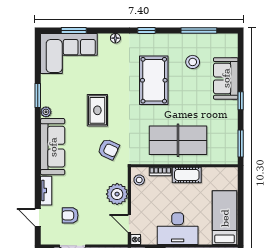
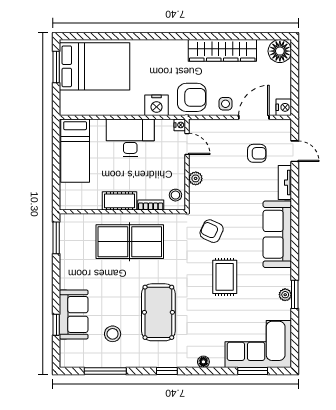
window: (241, 101) -> (56, 325), moved
plant: (46, 112) -> (285, 295), moved
plant: (117, 194) -> (196, 178), width x0.53, depth x0.53

